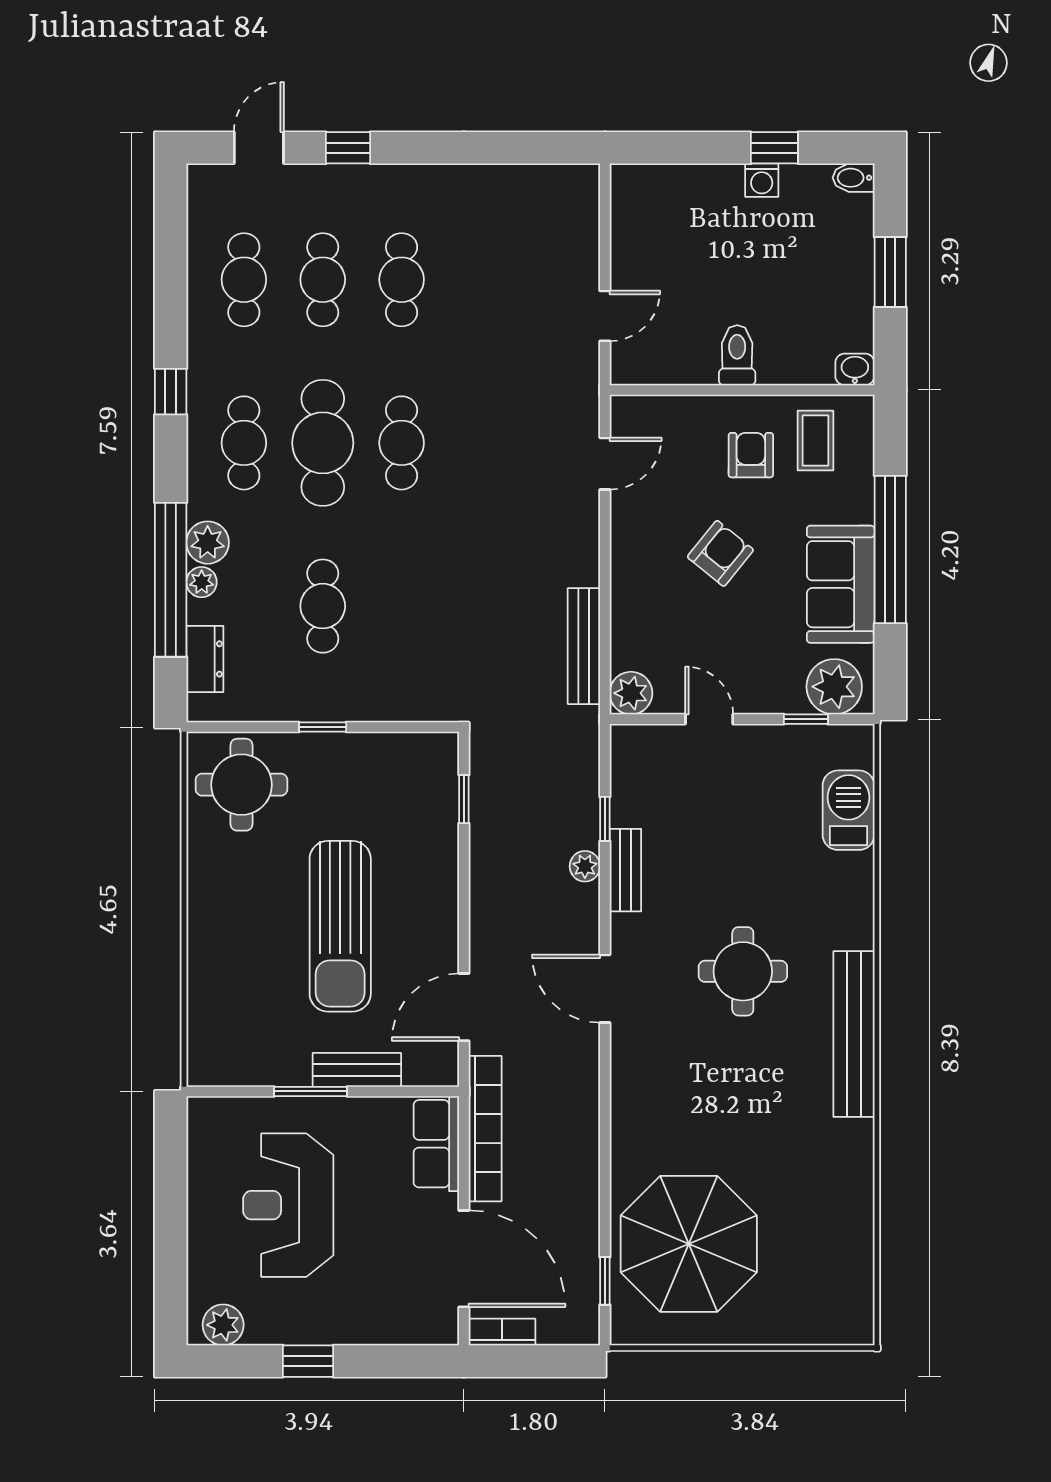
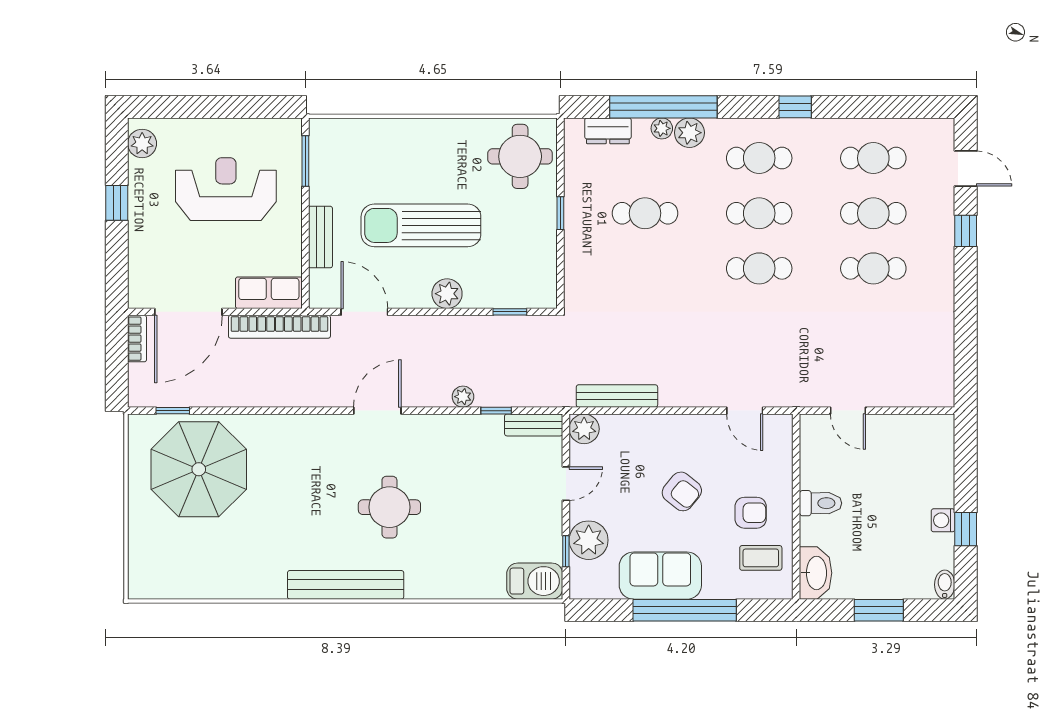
washbasin: (855, 369) -> (816, 573), width x1.91, depth x1.45
cafe table: (323, 443) -> (759, 213), width x0.73, depth x0.74
plant: (834, 687) -> (589, 540), moved
barbecue: (849, 810) -> (535, 581), moved
bench: (625, 870) -> (534, 425), moved
plant: (438, 889) -> (447, 294), added
window: (311, 1091) -> (305, 161), moved

